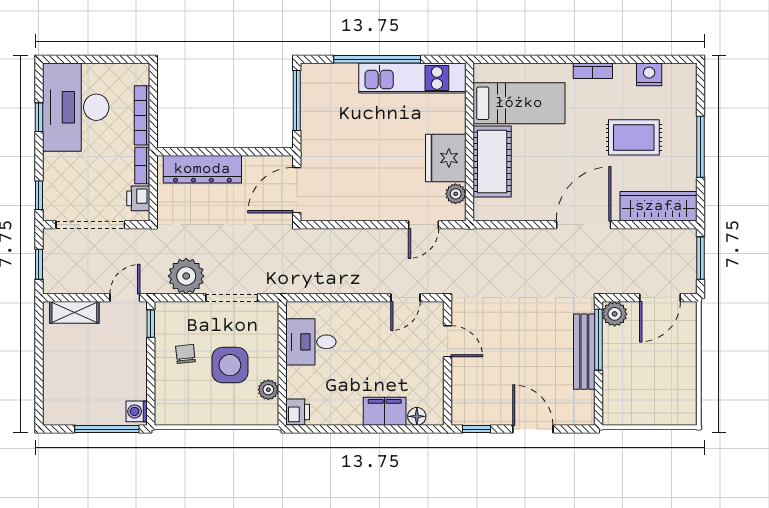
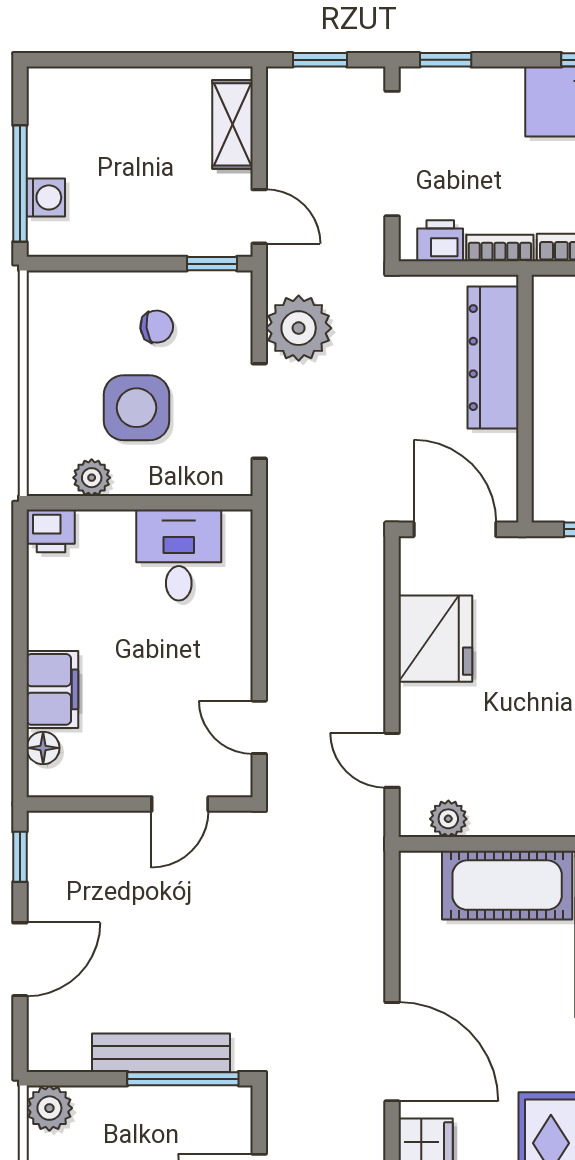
fridge: (446, 158) -> (435, 639), moved, turned 90
plant: (615, 314) -> (49, 1108), moved
washing machine: (137, 411) -> (46, 197), moved, turned 90

